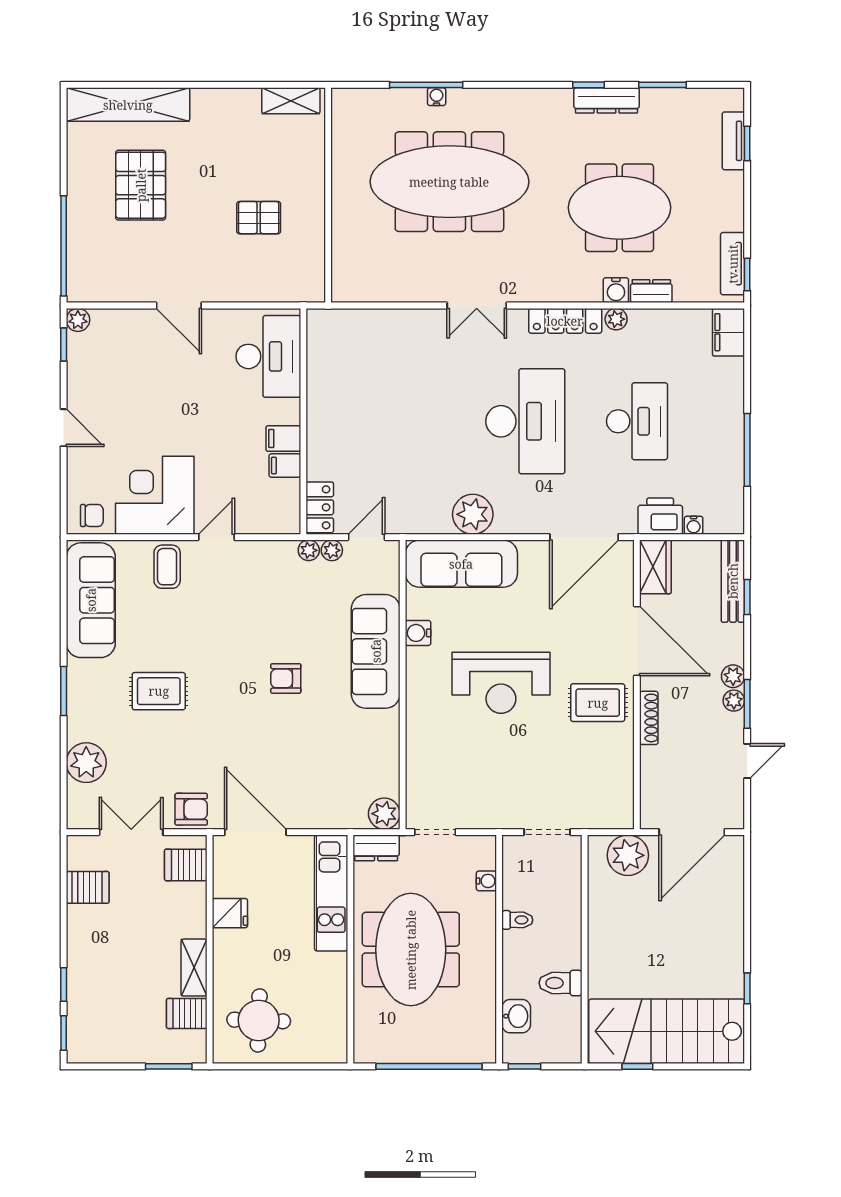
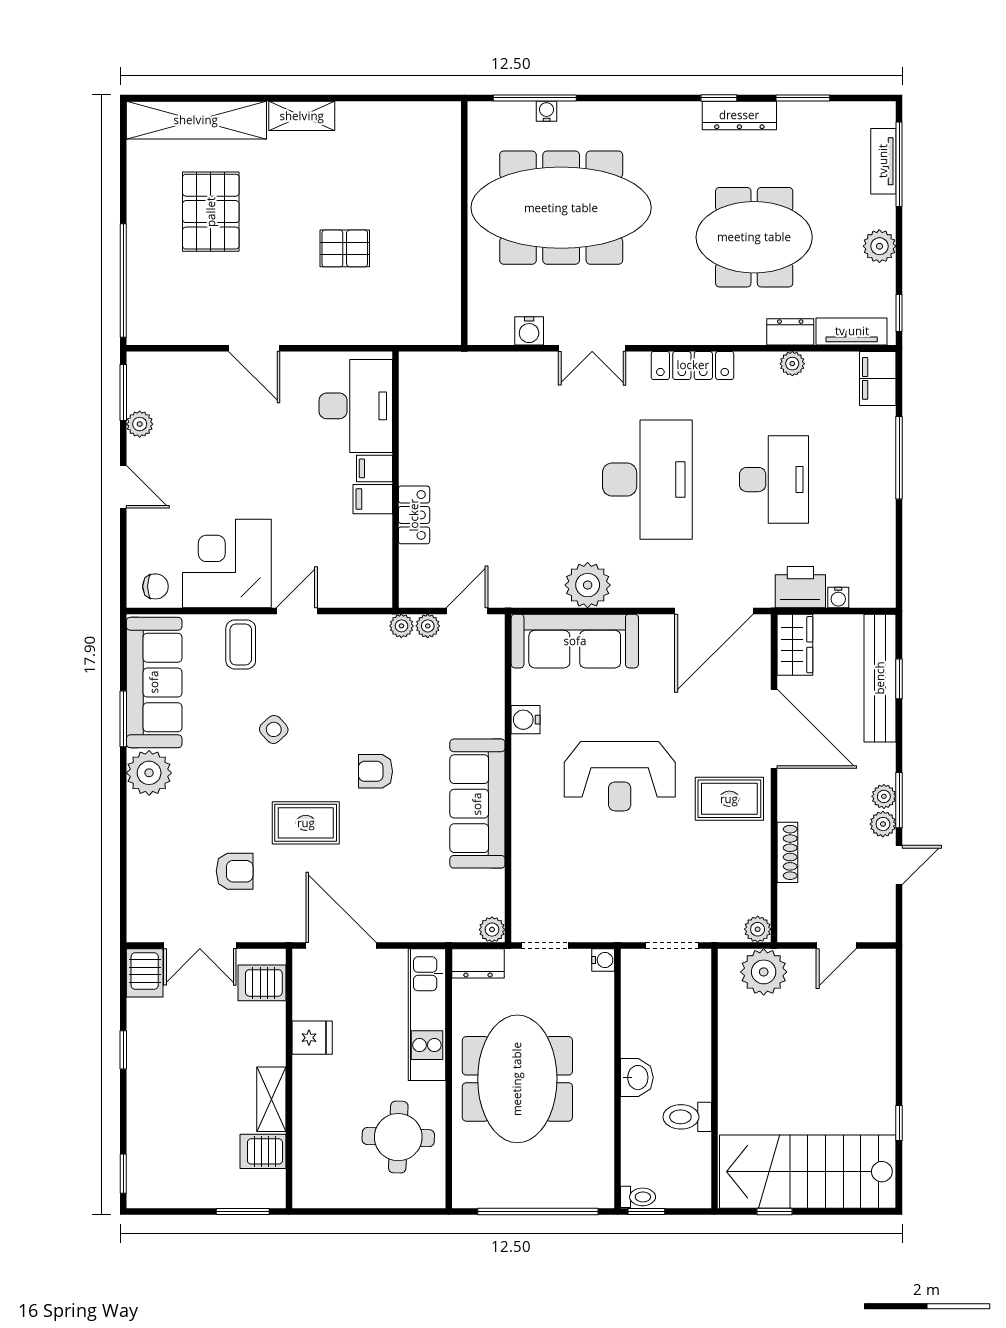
shelving: (291, 101) -> (302, 116), moved
window: (747, 143) -> (899, 164), width x2.17
wall: (328, 195) -> (464, 223), moved
plant: (730, 216) -> (879, 246), added
tv unit: (733, 264) -> (852, 331), moved, turned 90
water cooler: (616, 290) -> (529, 331), moved
plant: (616, 319) -> (792, 364), moved
plant: (78, 320) -> (140, 424), moved
window: (64, 345) -> (123, 392), width x1.50
window: (747, 450) -> (899, 458), moved
filing cabinet: (285, 465) -> (374, 468), moved
locker: (320, 507) -> (414, 515), moved
bench: (733, 581) -> (880, 678), width x1.37, depth x1.21
side table: (196, 642) -> (274, 729), added
sofa: (376, 651) -> (477, 804), moved
plant: (733, 676) -> (883, 824), moved
window: (64, 691) -> (123, 719), moved
rug: (159, 691) -> (306, 823), moved
shoe rack: (649, 718) -> (787, 852), moved
plant: (86, 763) -> (149, 773), moved
armchair: (191, 809) -> (235, 871), moved
plant: (384, 814) -> (492, 930), width x0.73, depth x0.73
plant: (623, 818) -> (758, 929), added
double door: (131, 832) -> (200, 946), swing flipped
door: (692, 832) -> (836, 946), width x0.53
water cooler: (486, 881) -> (603, 960), moved
server rack: (88, 887) -> (145, 973), moved, turned 90
toilet: (517, 920) -> (638, 1197), moved
window: (64, 985) -> (123, 1050), moved
washbasin: (516, 1016) -> (637, 1078), moved
round table: (259, 1020) -> (398, 1137), moved

